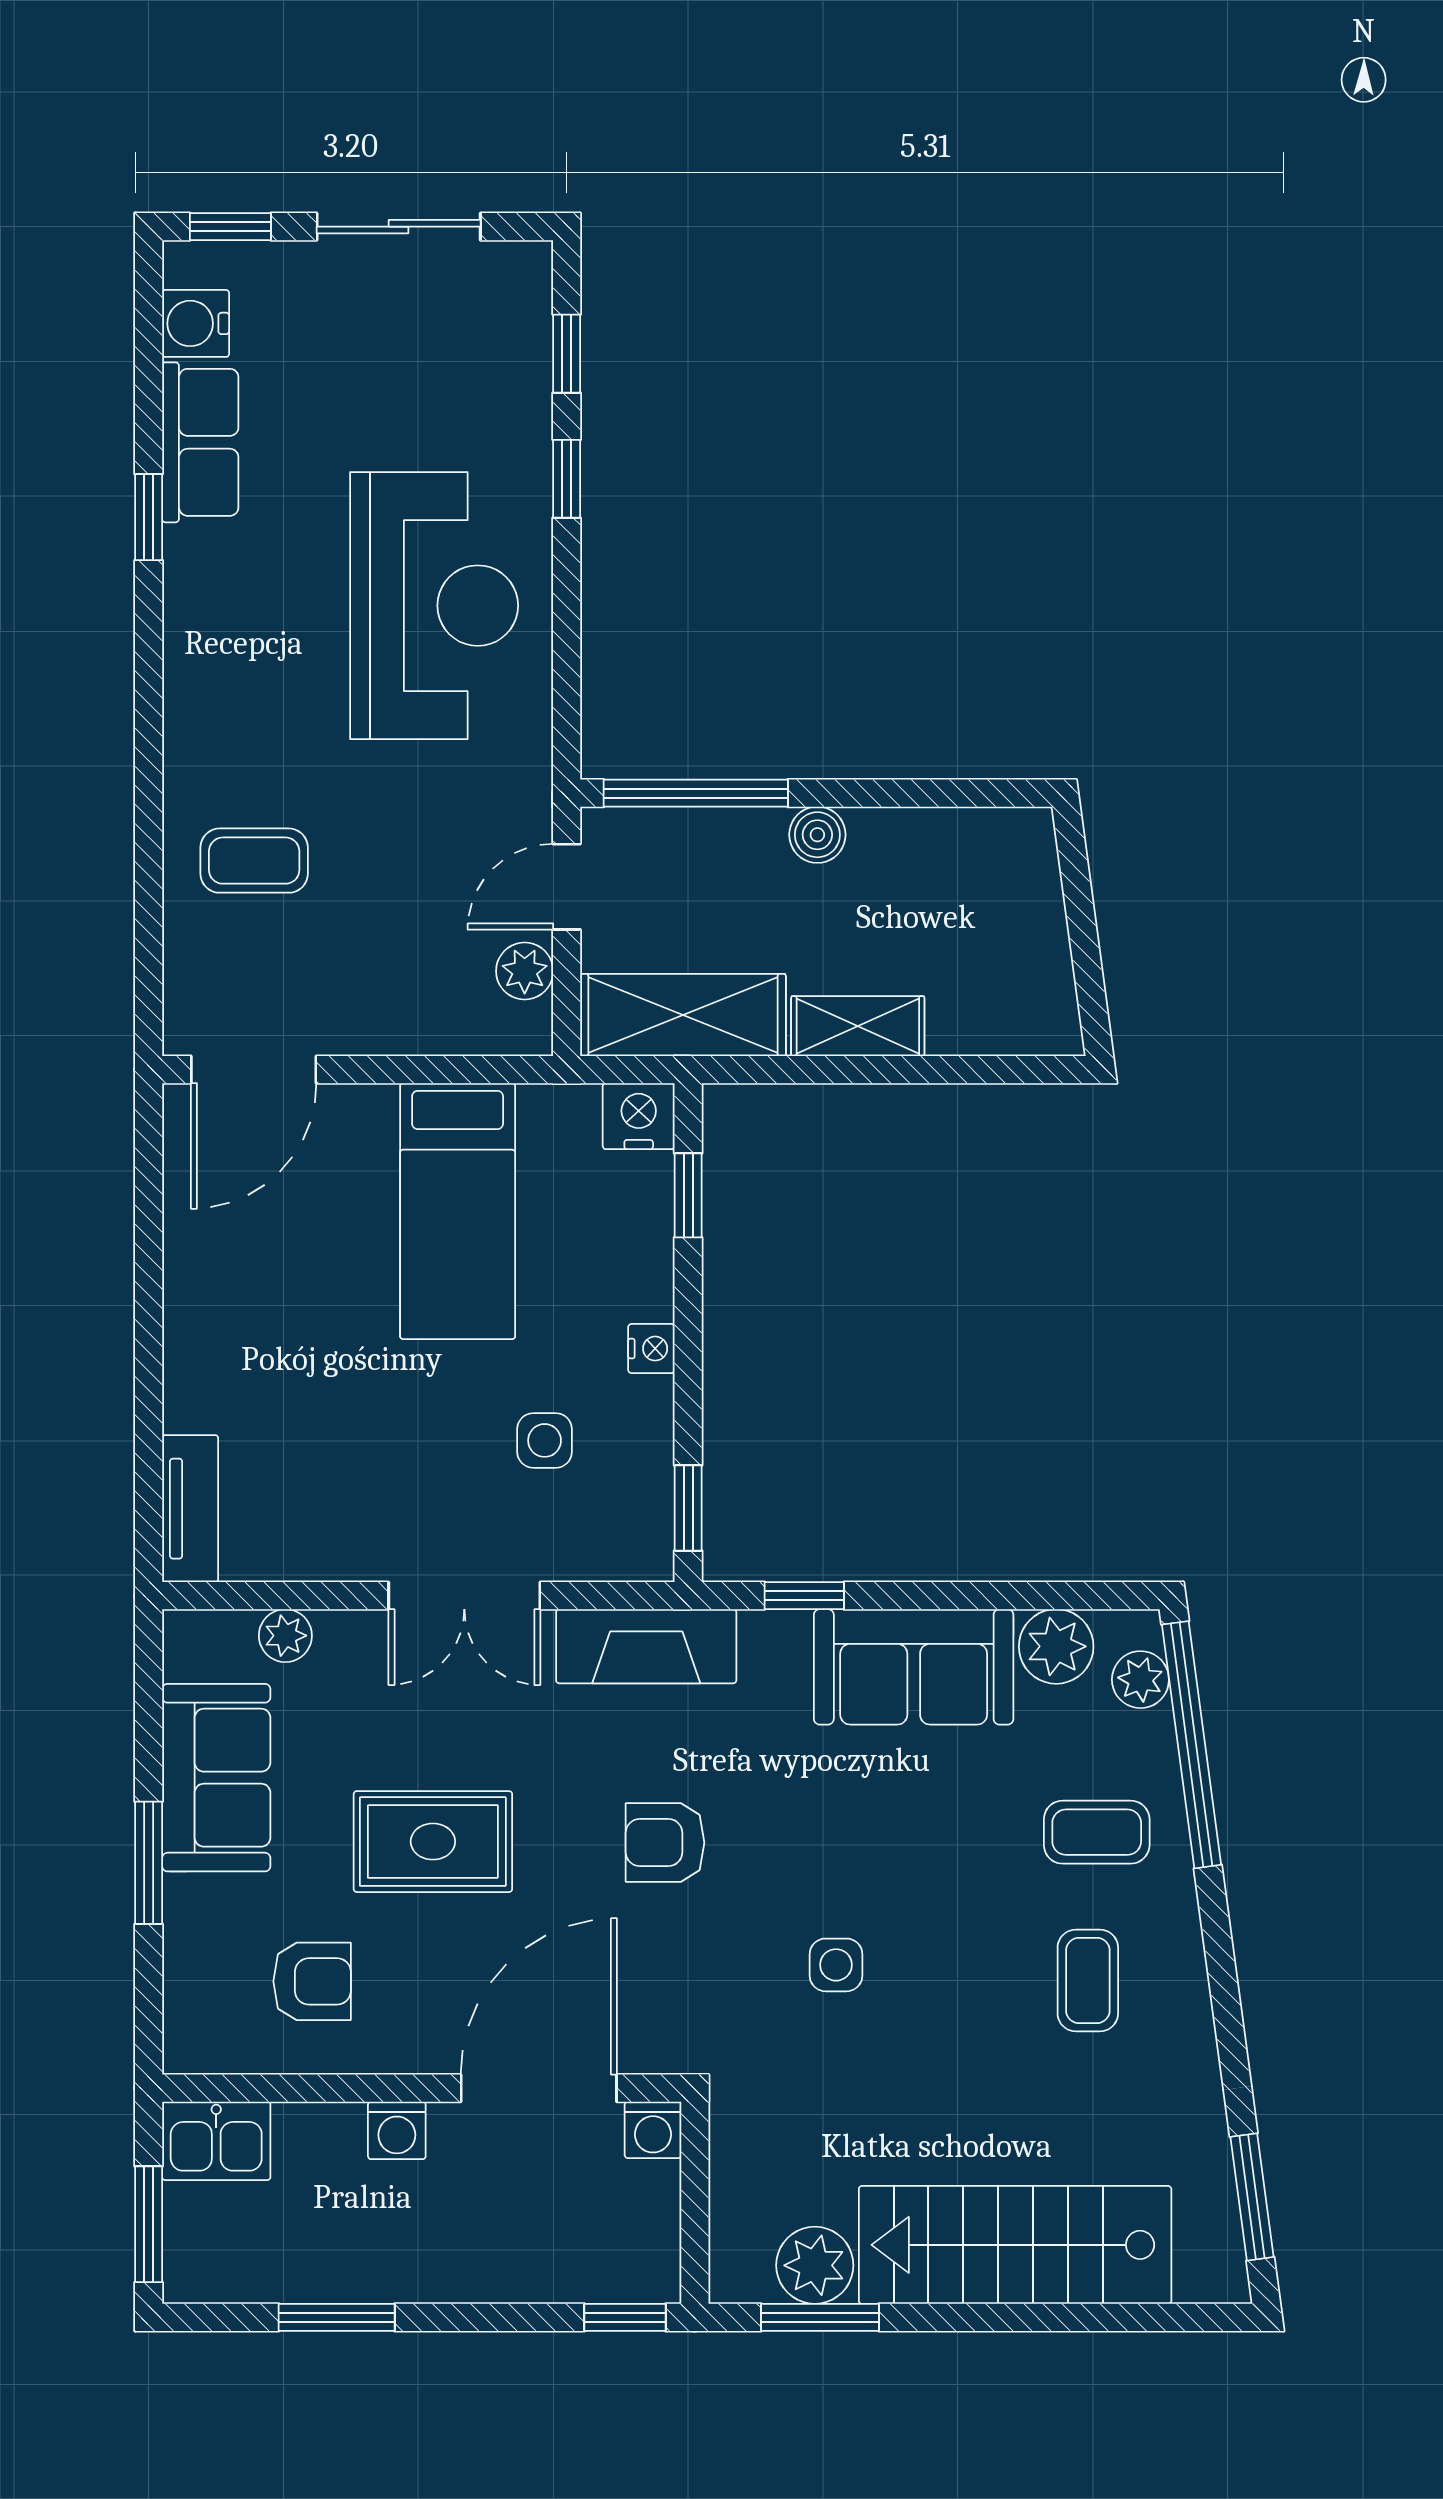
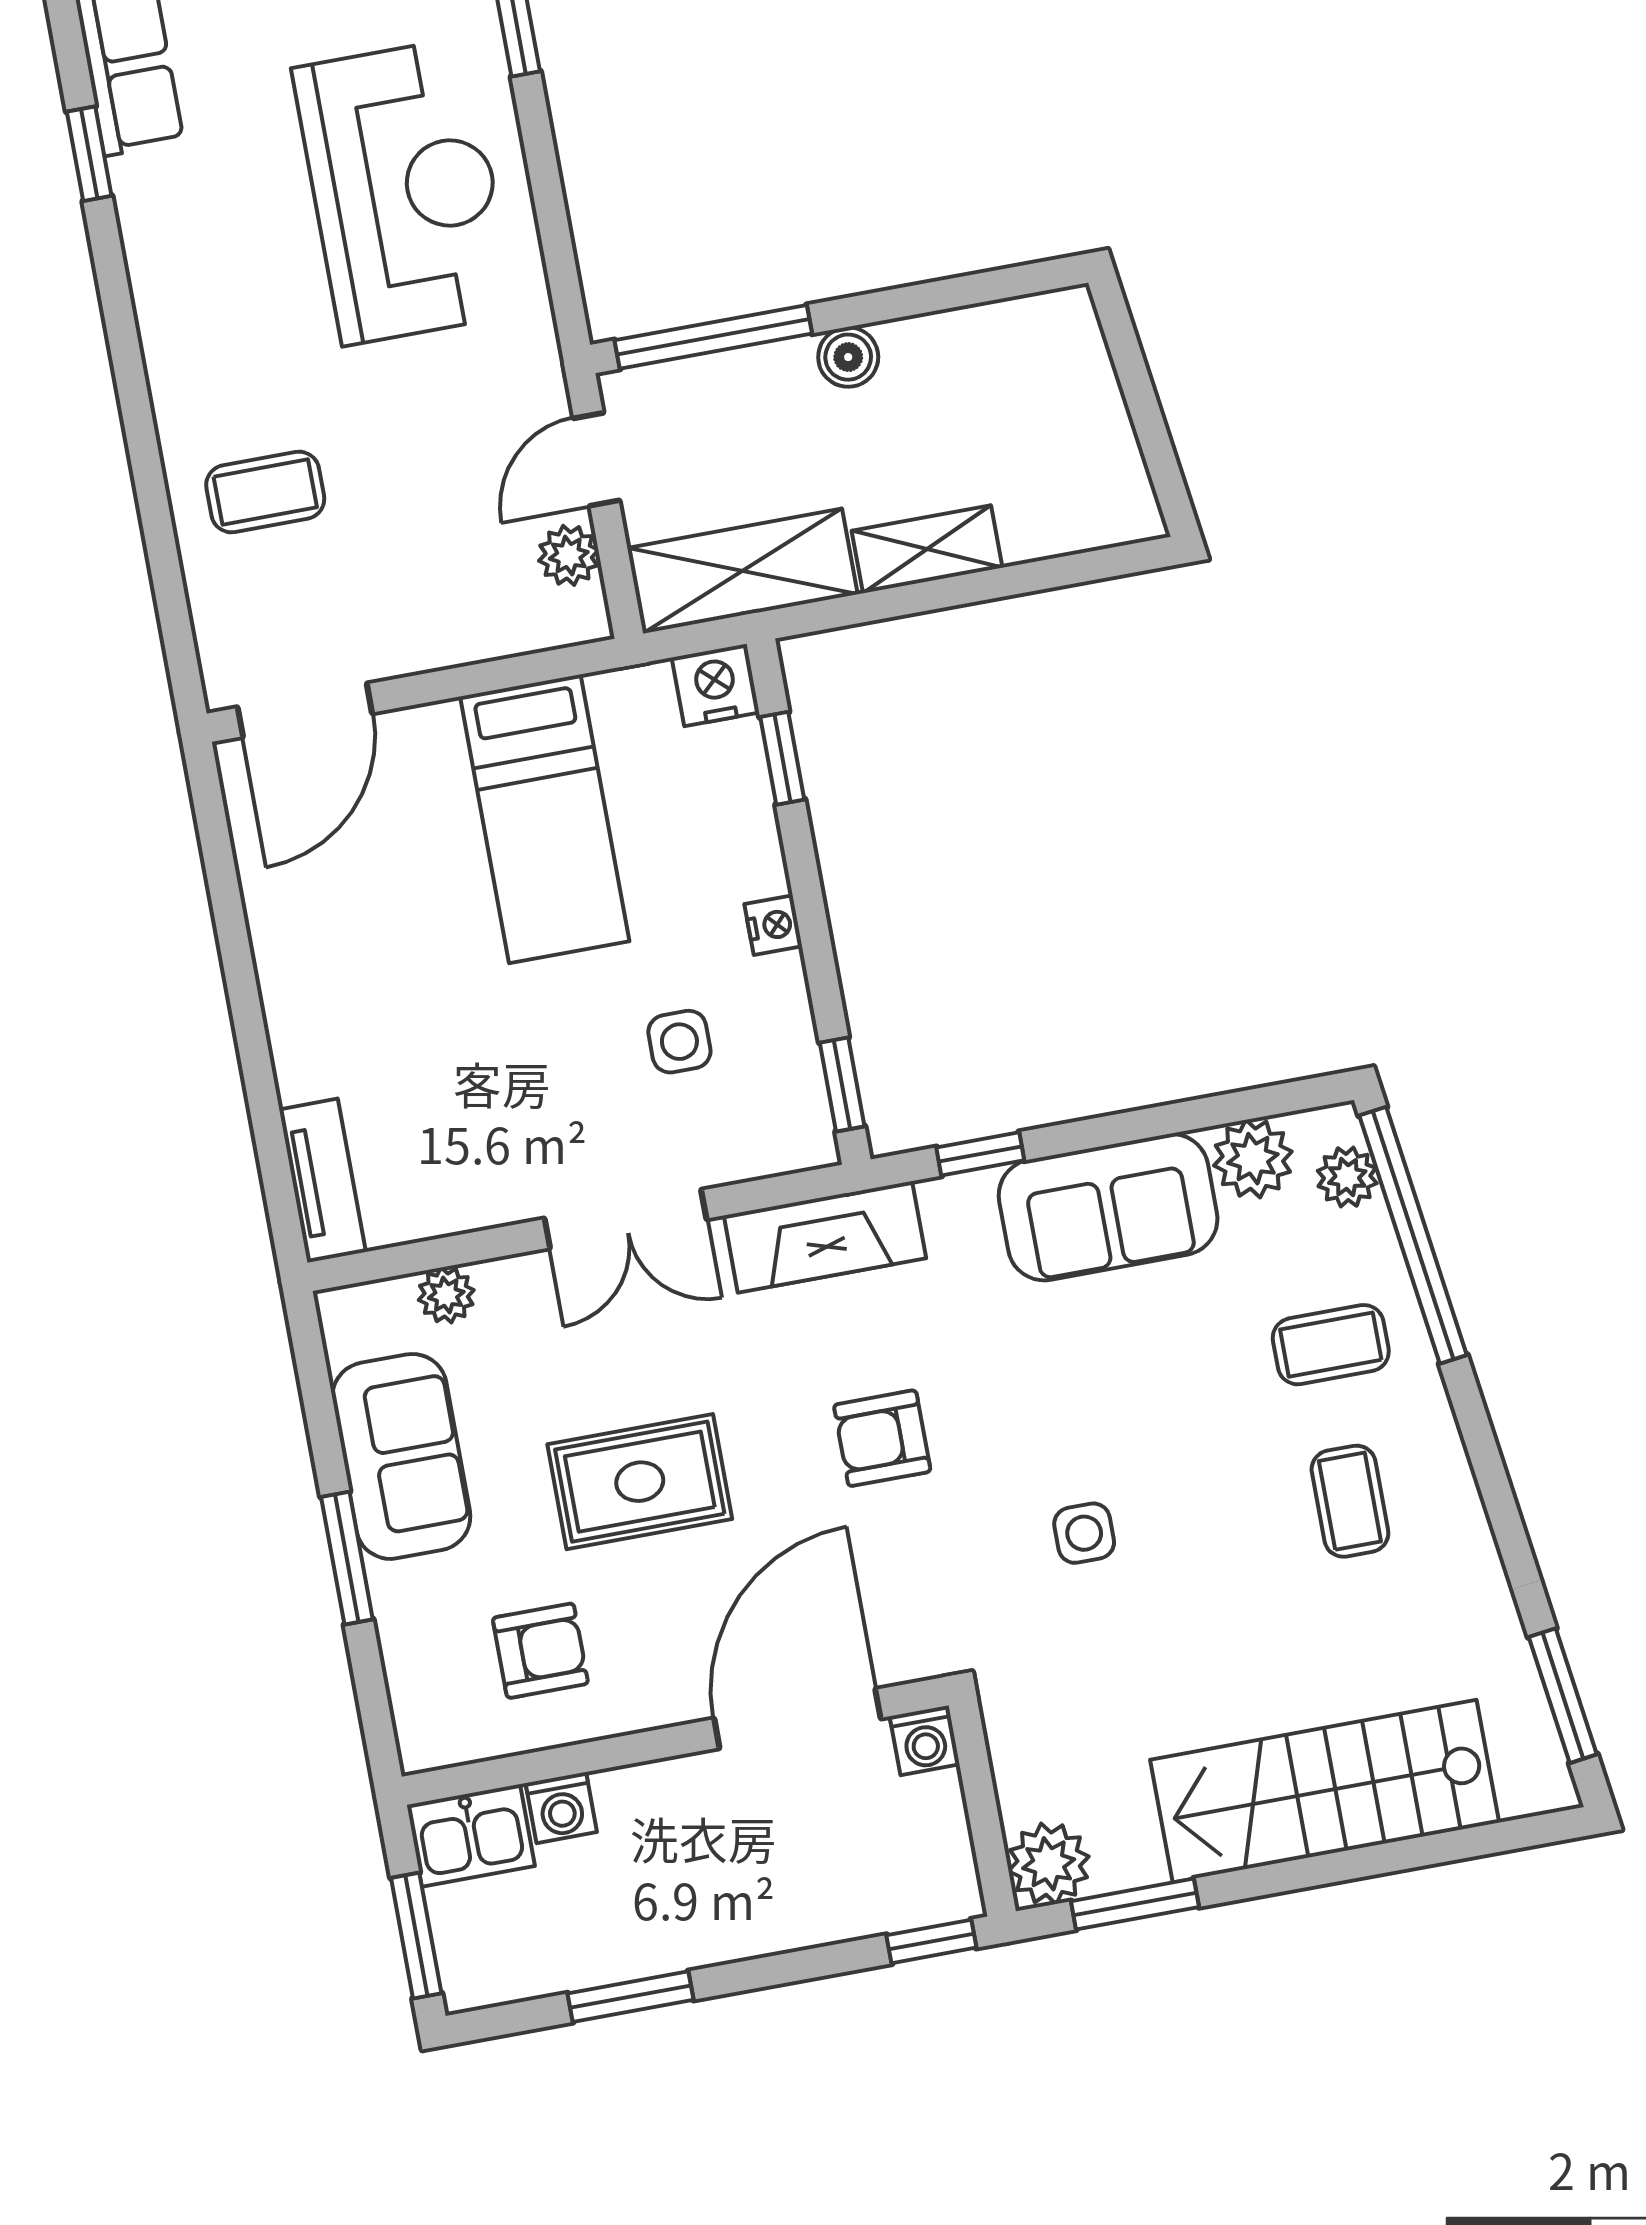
washing machine: (397, 2130) -> (561, 1808), moved
plant: (815, 2265) -> (1049, 1864), moved

